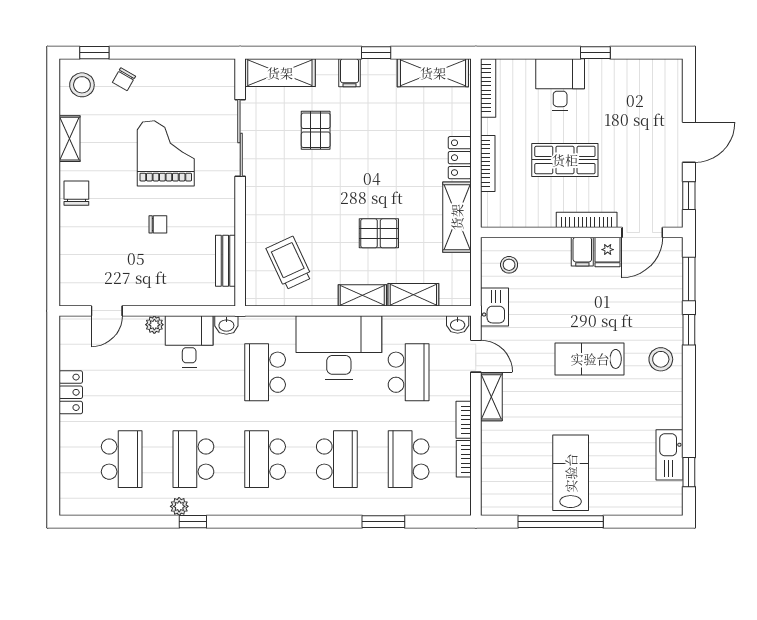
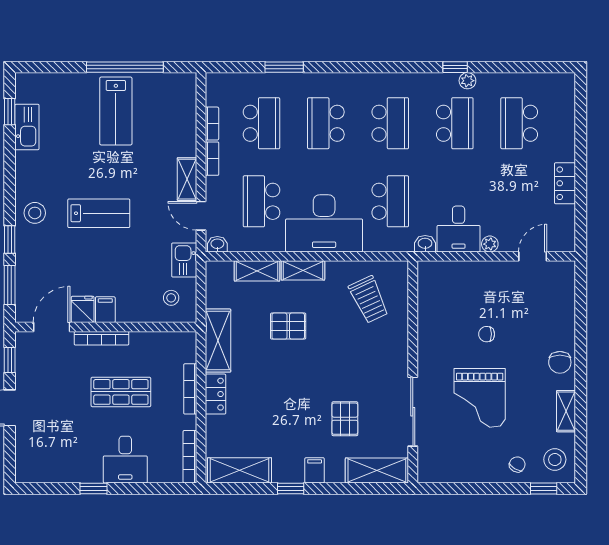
bench: (226, 261) -> (426, 301), removed

